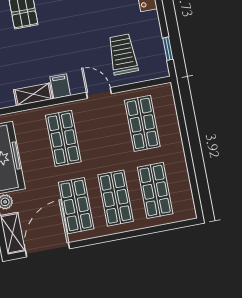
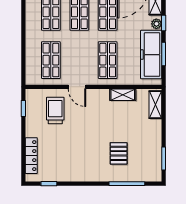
trolley: (123, 54) -> (55, 111), turned 180
filing cabinet: (60, 86) -> (103, 97), removed

